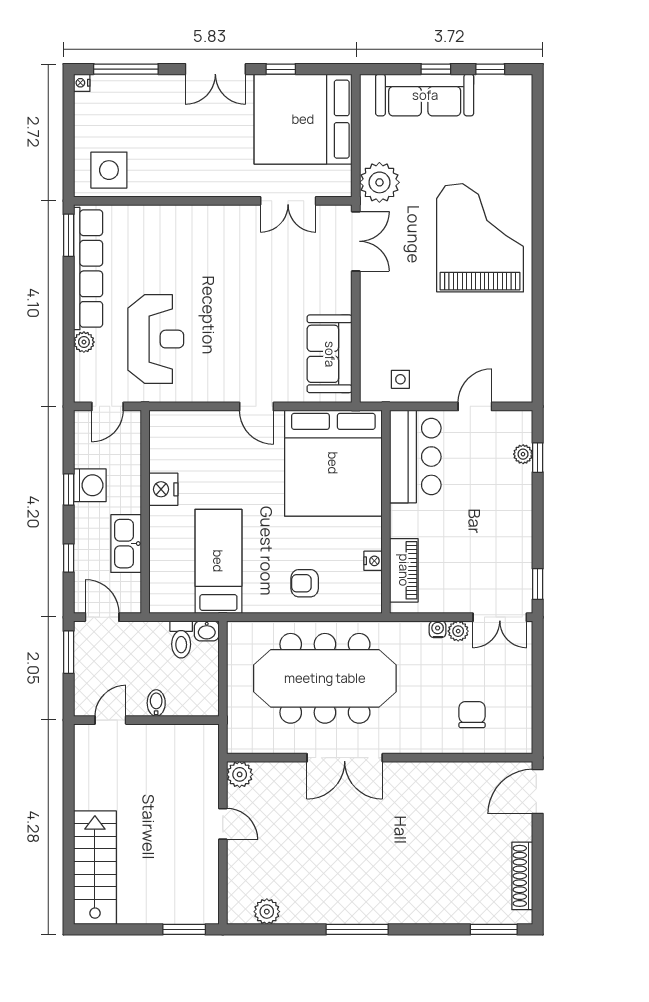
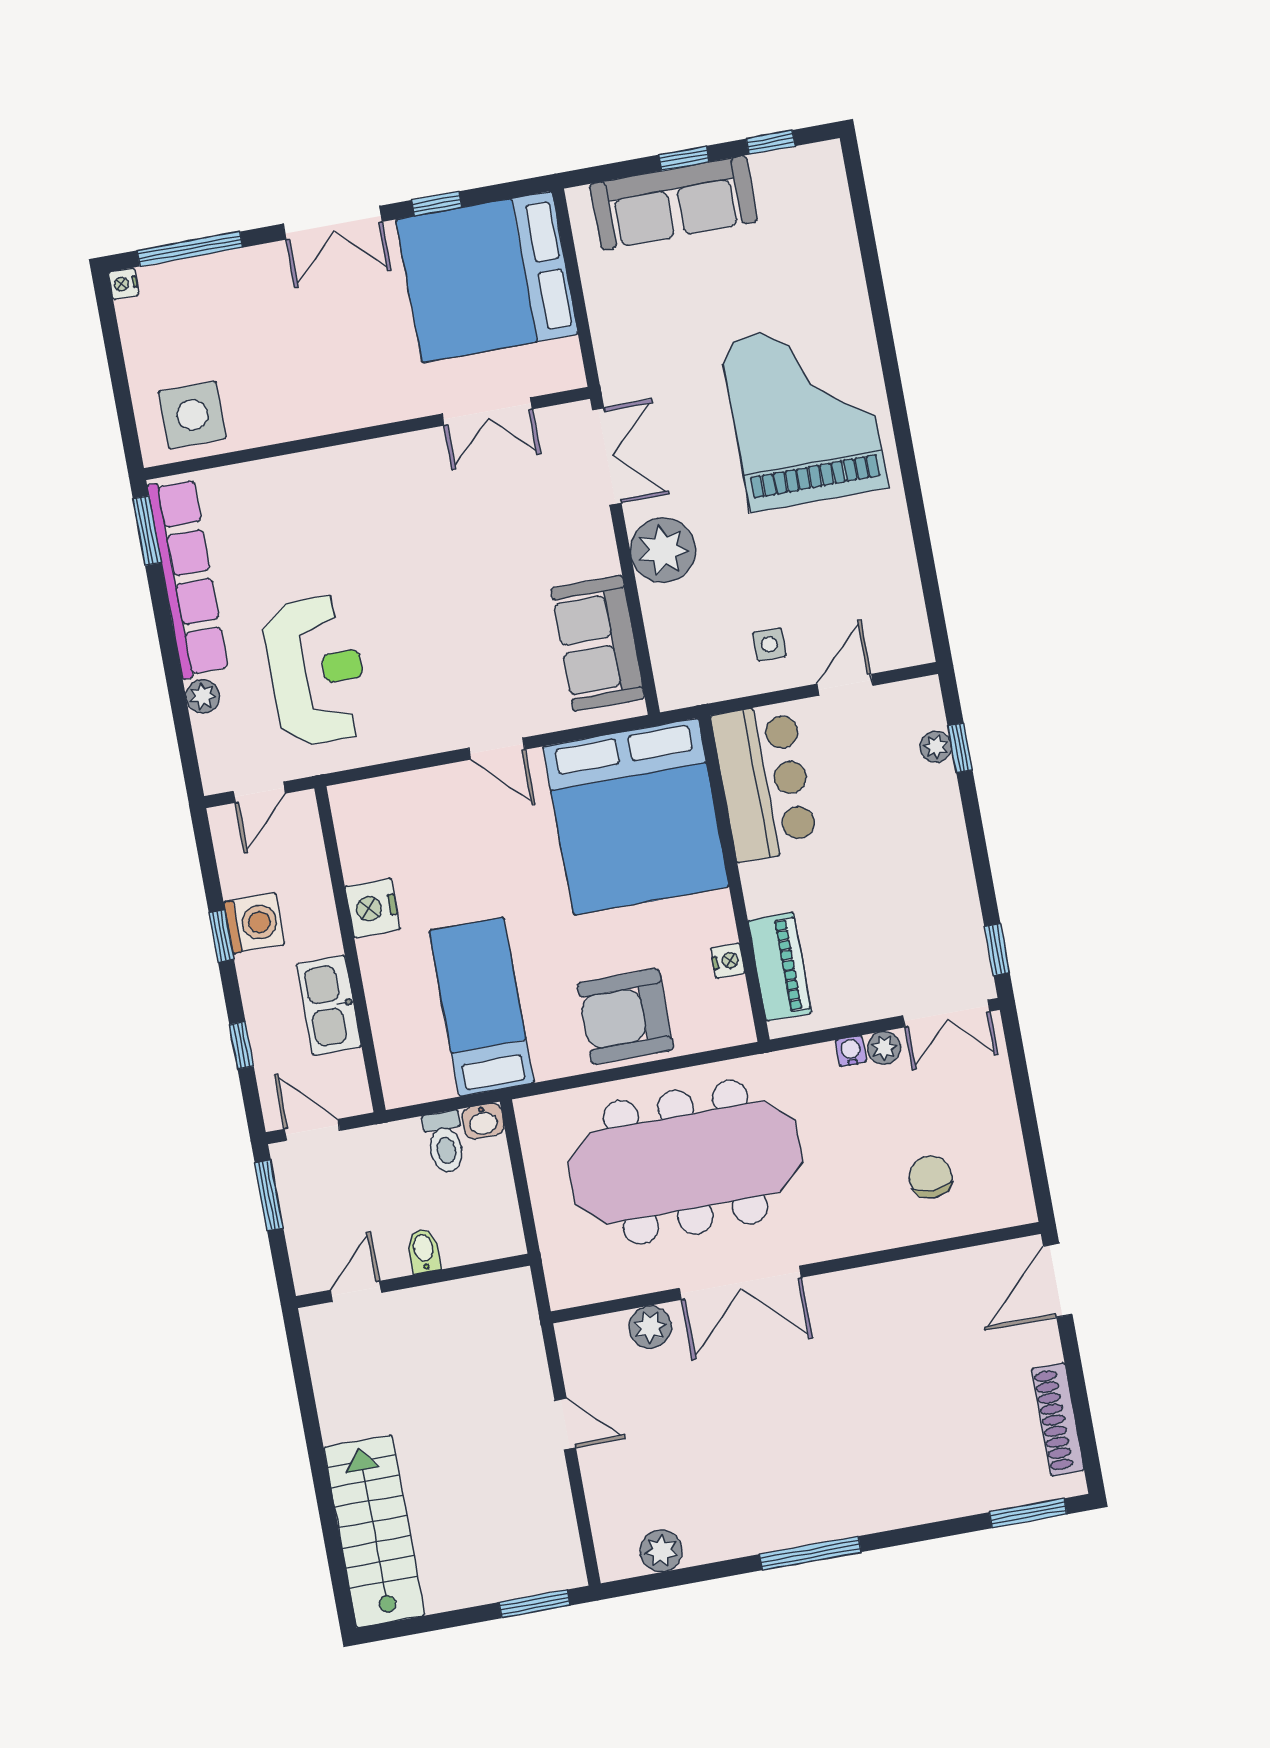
plant: (379, 182) -> (663, 550), moved
side table: (400, 379) -> (769, 644), moved
armchair: (305, 583) -> (625, 1016), width x1.88, depth x1.88
plant: (240, 774) -> (650, 1327), moved

